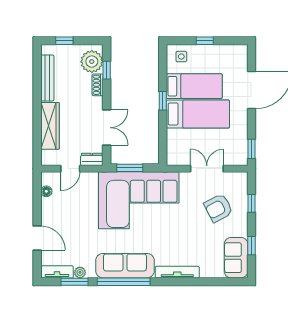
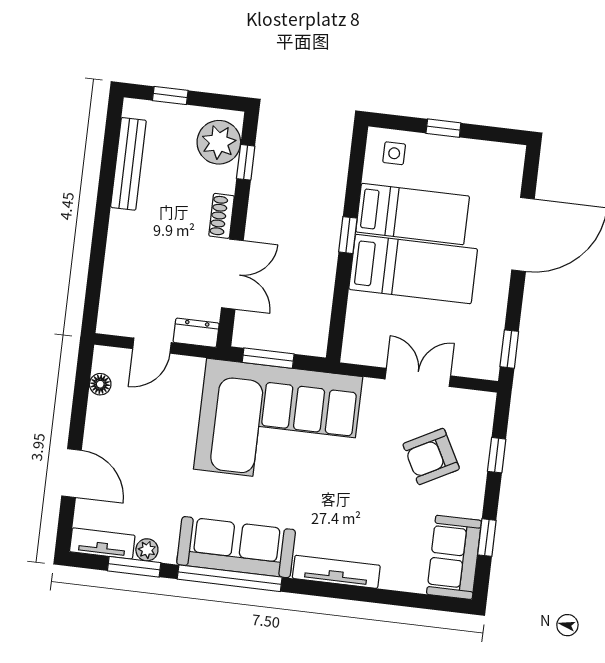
shoe rack: (98, 85) -> (221, 216), moved
wardrobe: (50, 126) -> (123, 258), removed

